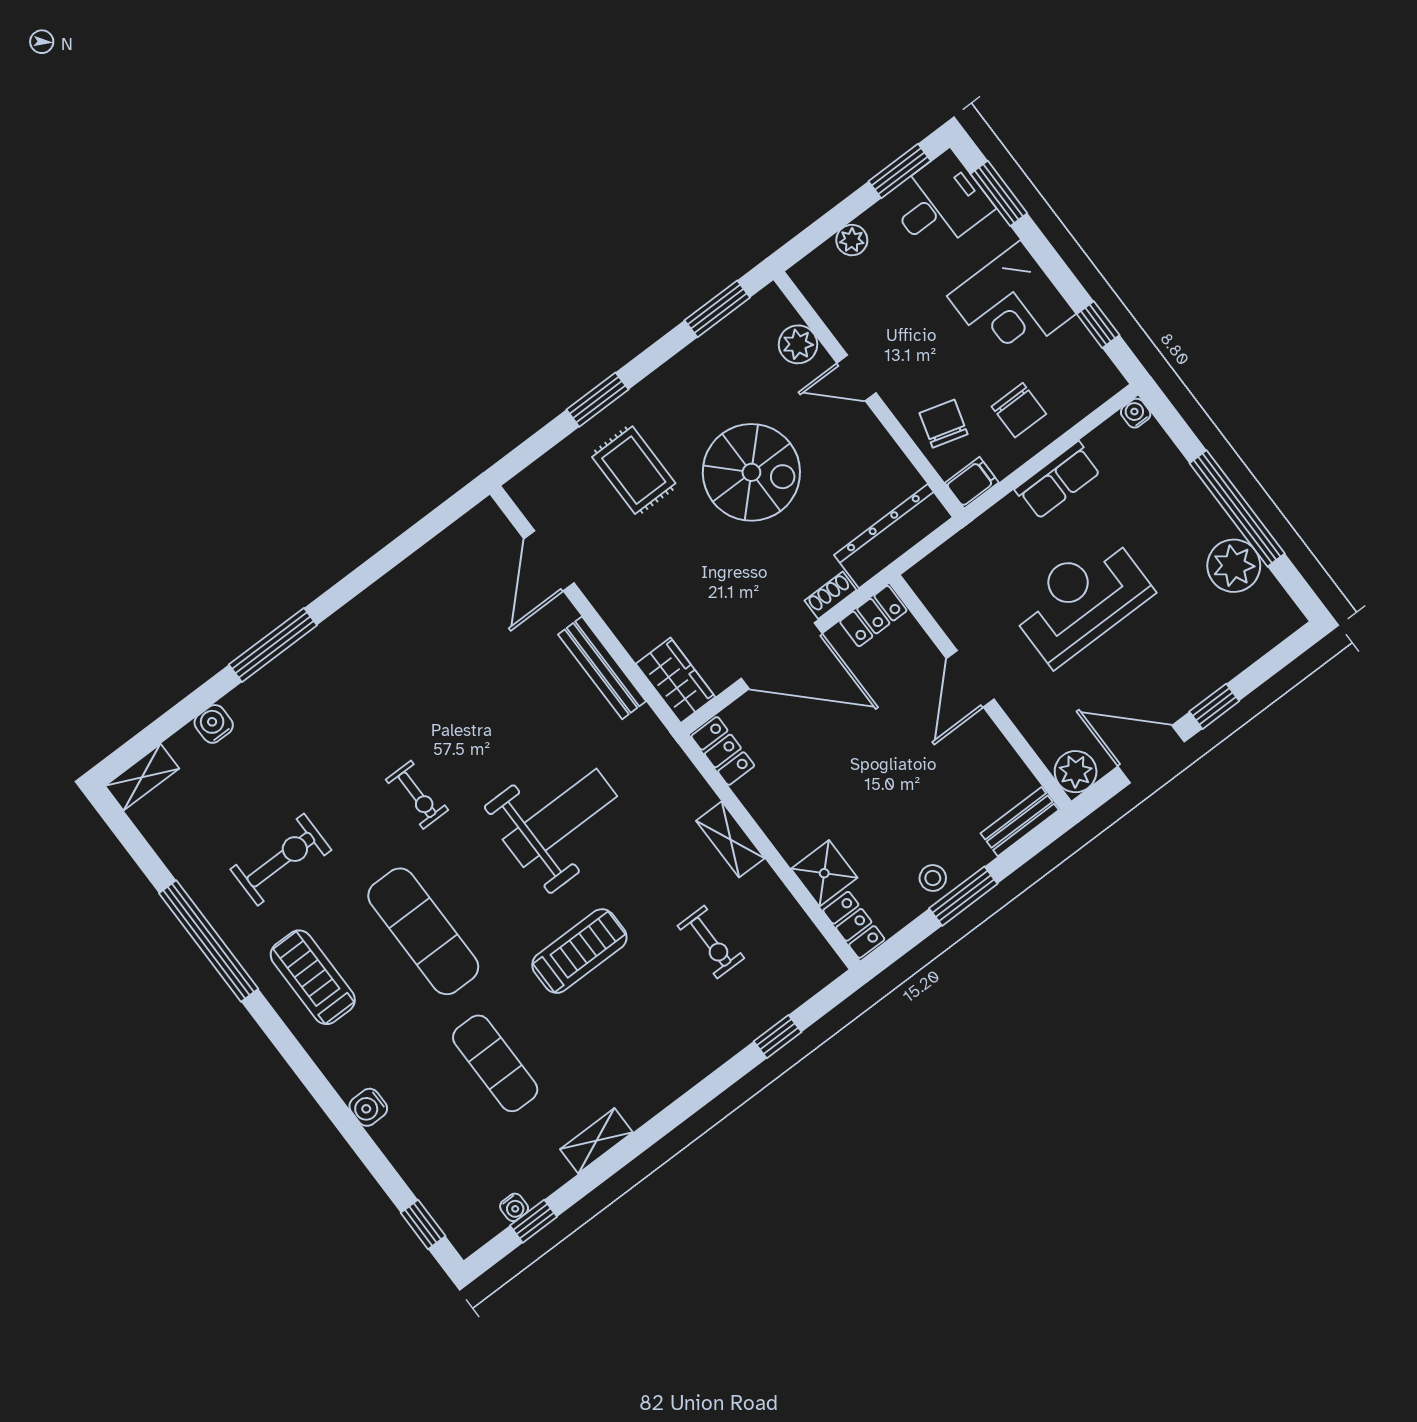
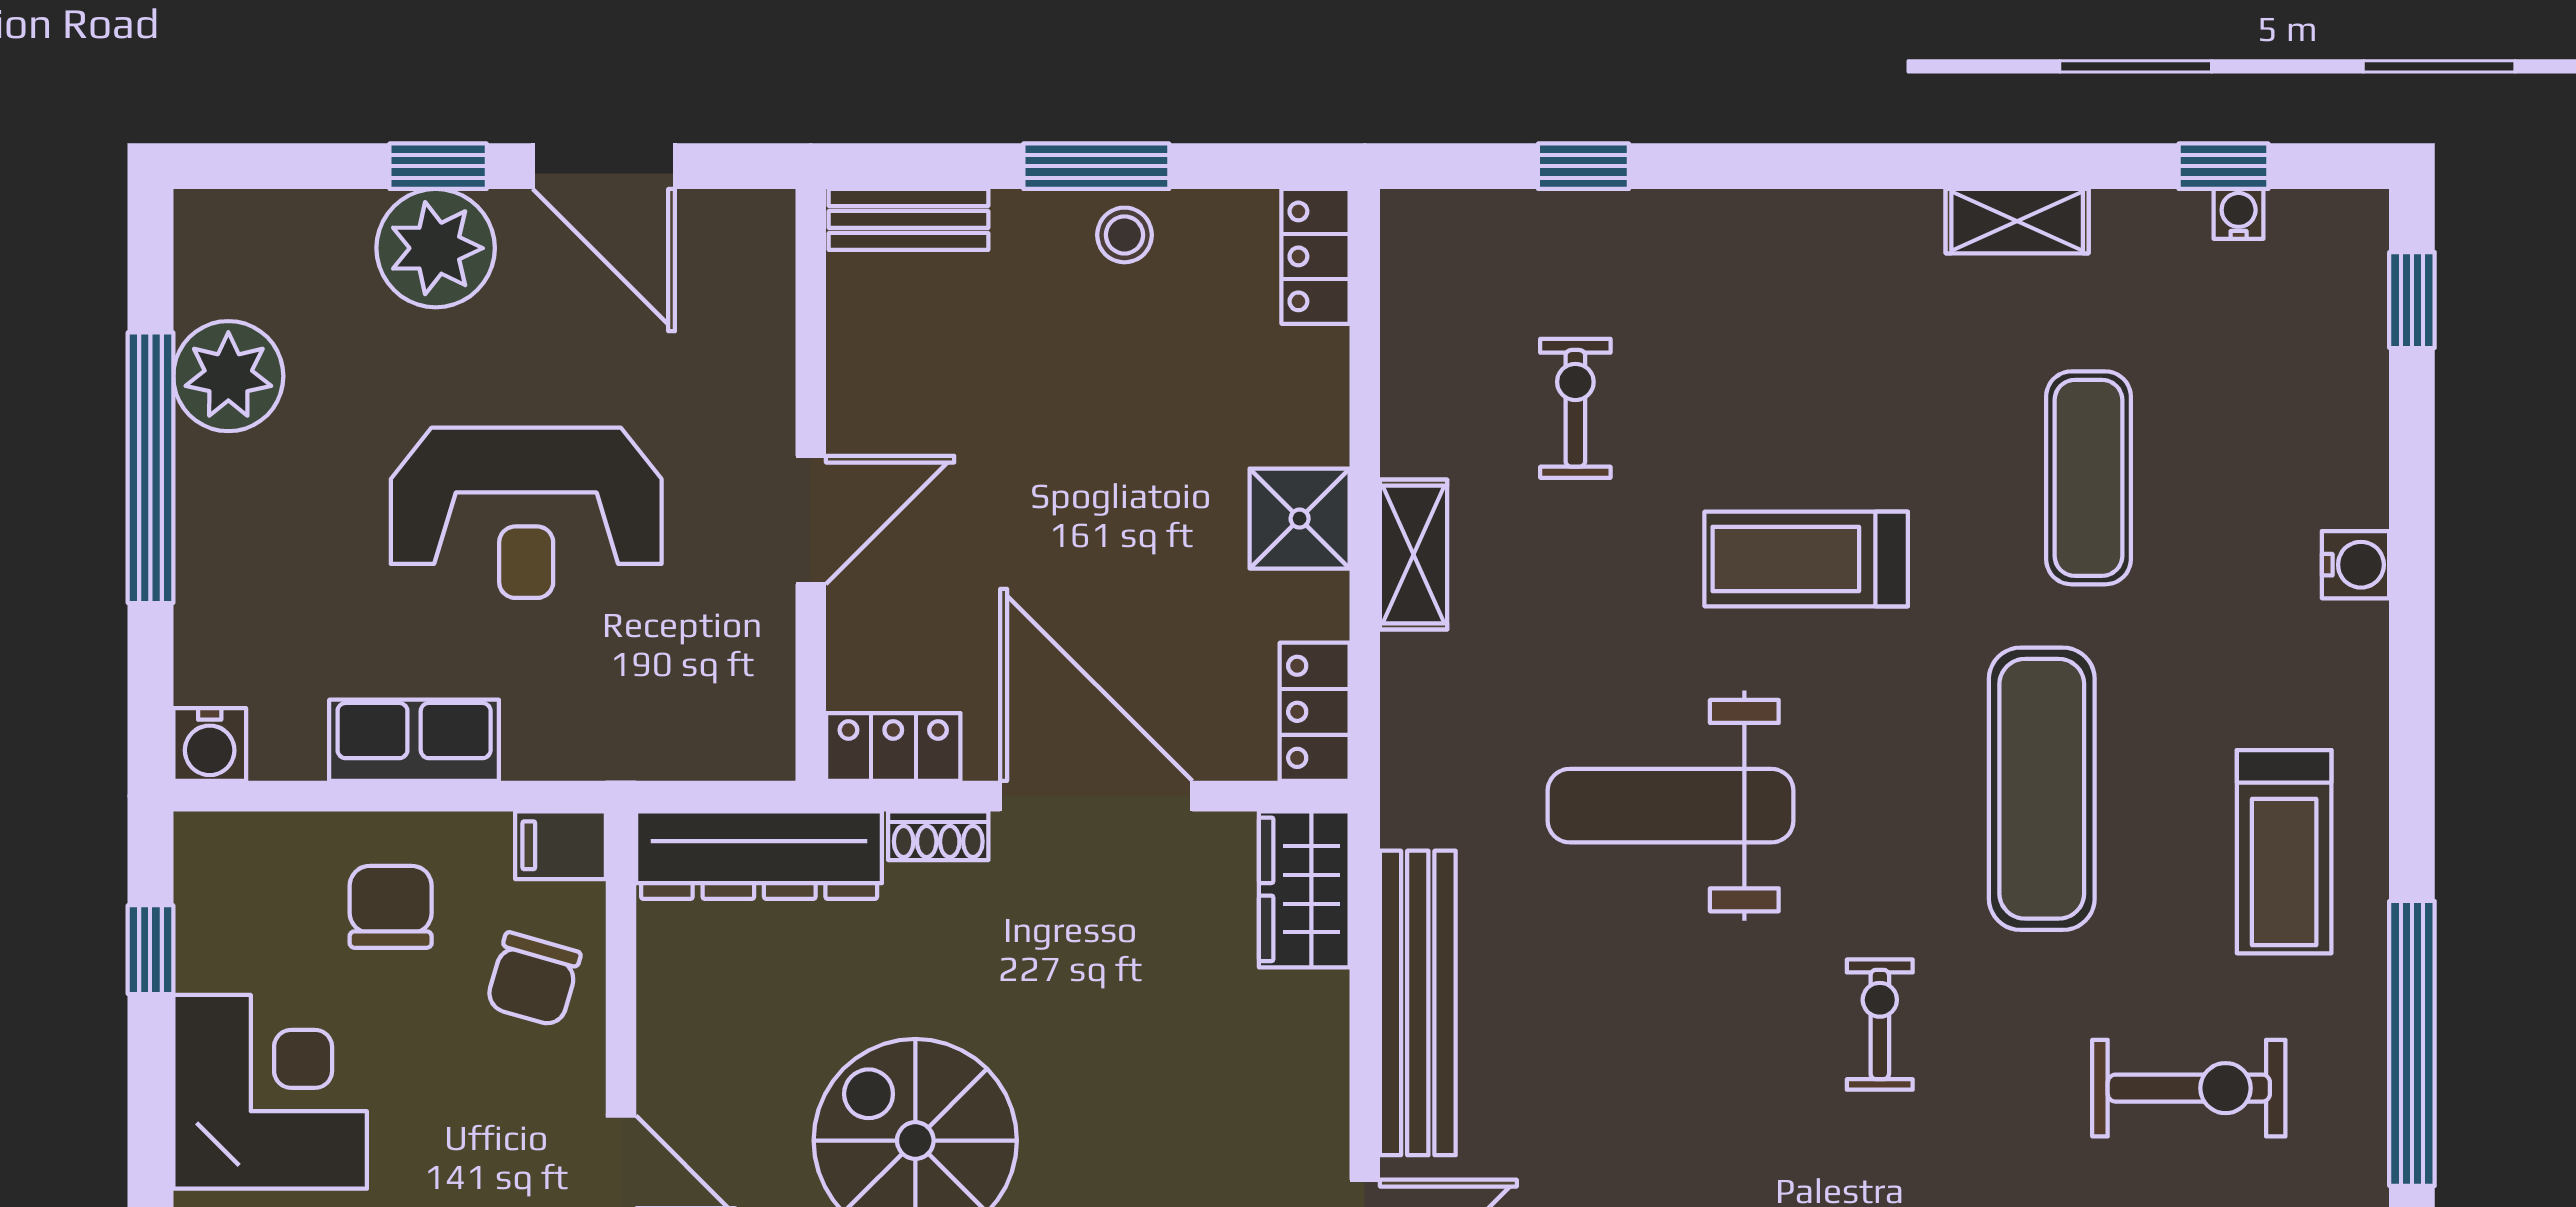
water cooler: (1136, 413) -> (210, 744), width x1.38, depth x1.38
bench: (602, 668) -> (1418, 1003), width x1.37, depth x1.21
plant: (1076, 772) -> (436, 248), moved, width x1.36, depth x1.36
exercise bike: (281, 860) -> (2189, 1088), turned 180
shower: (824, 873) -> (1300, 519), moved

